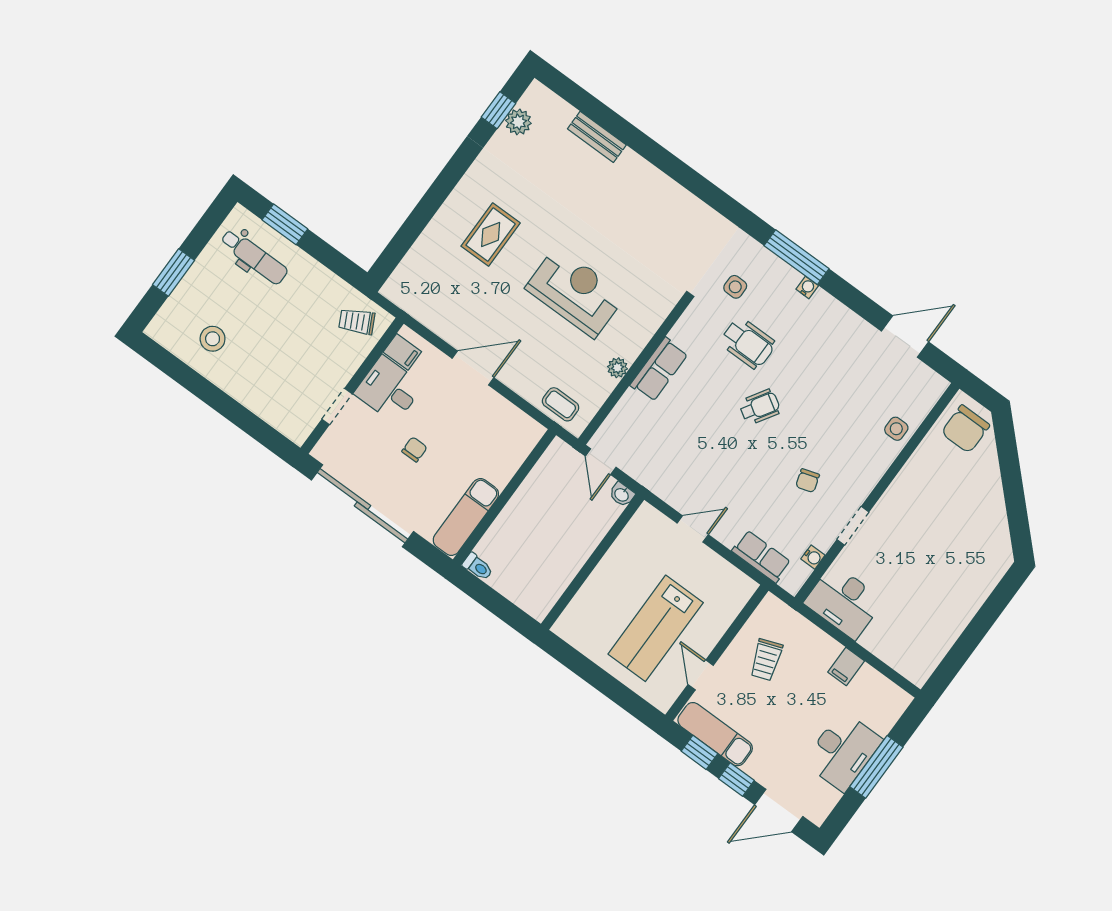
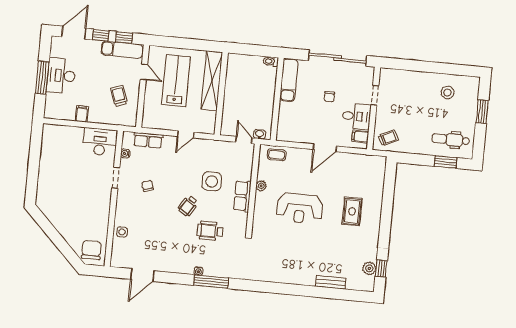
side table: (735, 287) -> (212, 181), moved, width x1.87, depth x1.87
washbasin: (622, 494) -> (260, 134), moved
shelving: (595, 593) -> (212, 81), added

